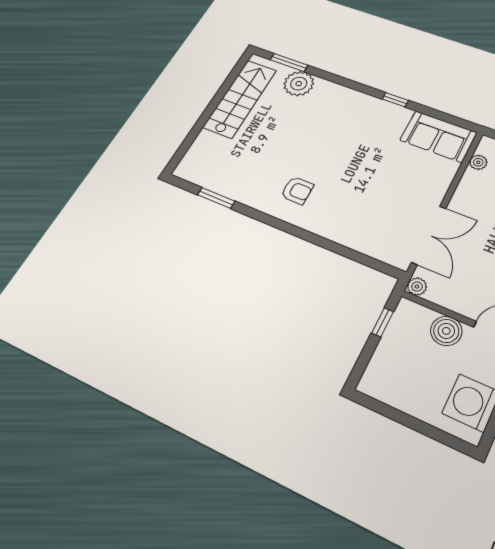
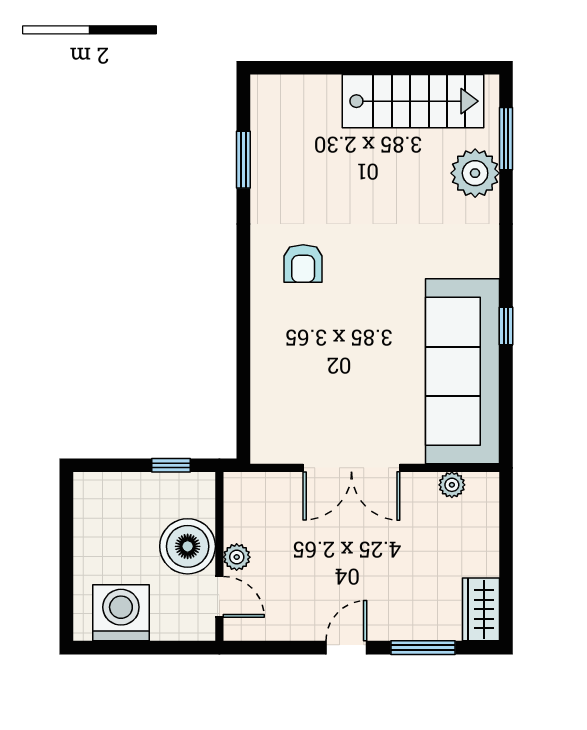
sofa: (438, 136) -> (462, 371), width x1.85, depth x1.27
double door: (429, 235) -> (351, 468), moved
plant: (417, 287) -> (237, 557), moved
boiler: (446, 331) -> (188, 546), width x1.37, depth x1.37

